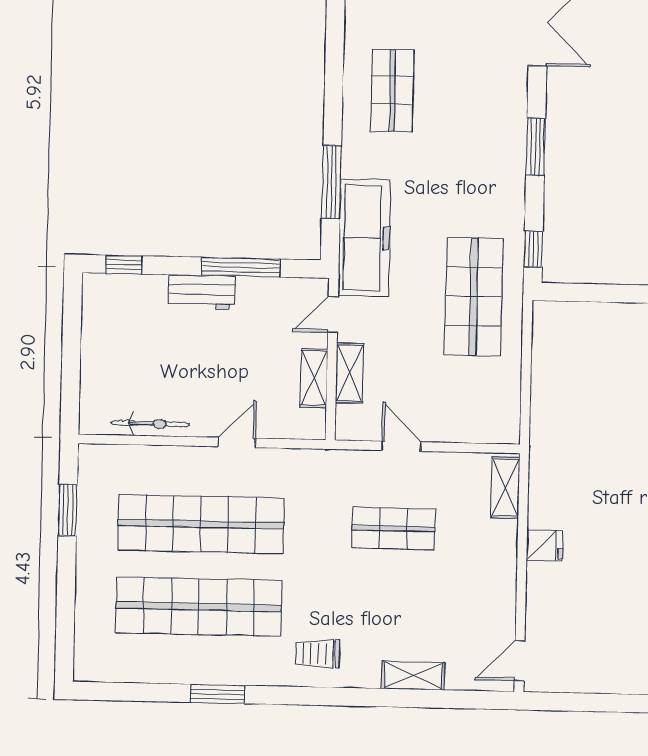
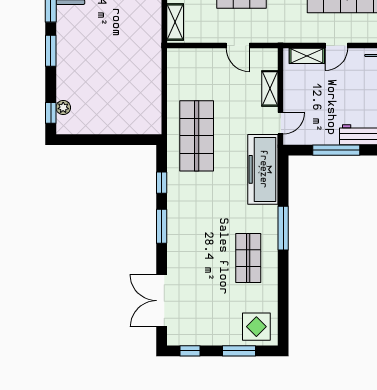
window: (332, 182) -> (283, 228), moved
window: (533, 249) -> (162, 183), moved
shelving: (314, 378) -> (307, 56), moved, turned 90

